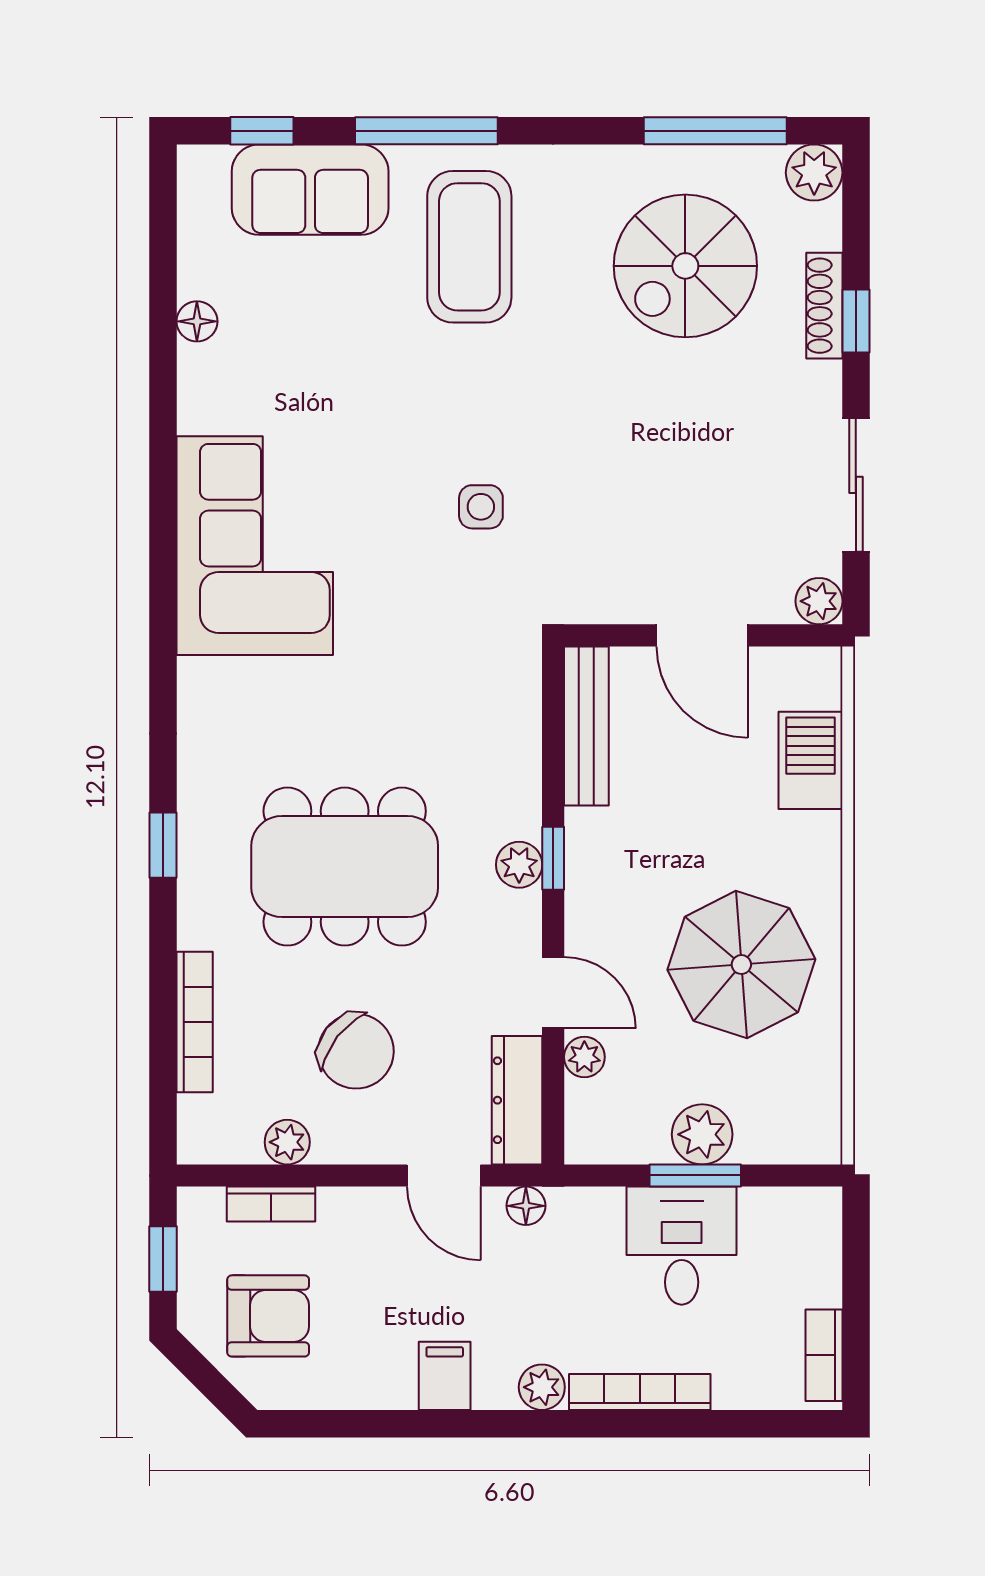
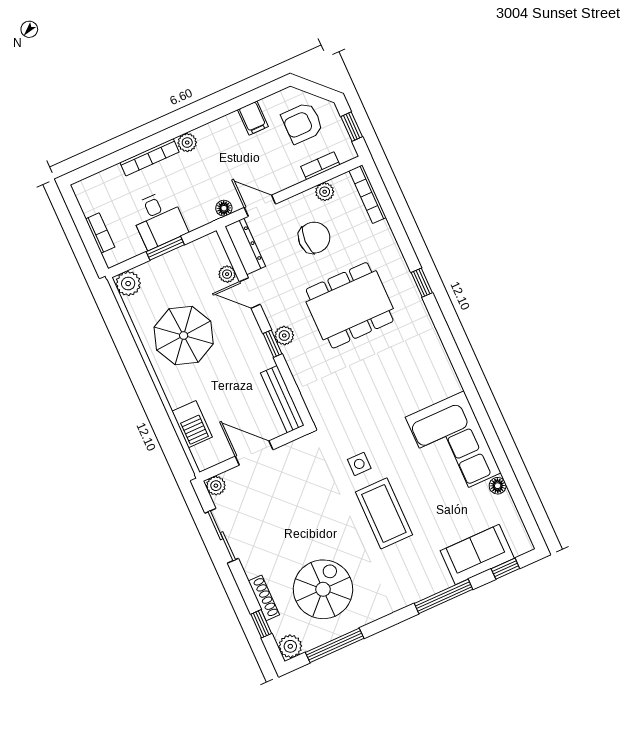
coffee table: (469, 247) -> (384, 513), moved
window: (856, 321) -> (261, 624), moved
corner sofa: (255, 546) -> (453, 445), moved
bookcase: (195, 1022) -> (368, 194), moved
chair: (356, 1051) -> (314, 238), turned 142
plant: (702, 1134) -> (128, 284), moved
bookcase: (824, 1355) -> (100, 233), moved
filing cabinet: (445, 1376) -> (253, 118), moved

